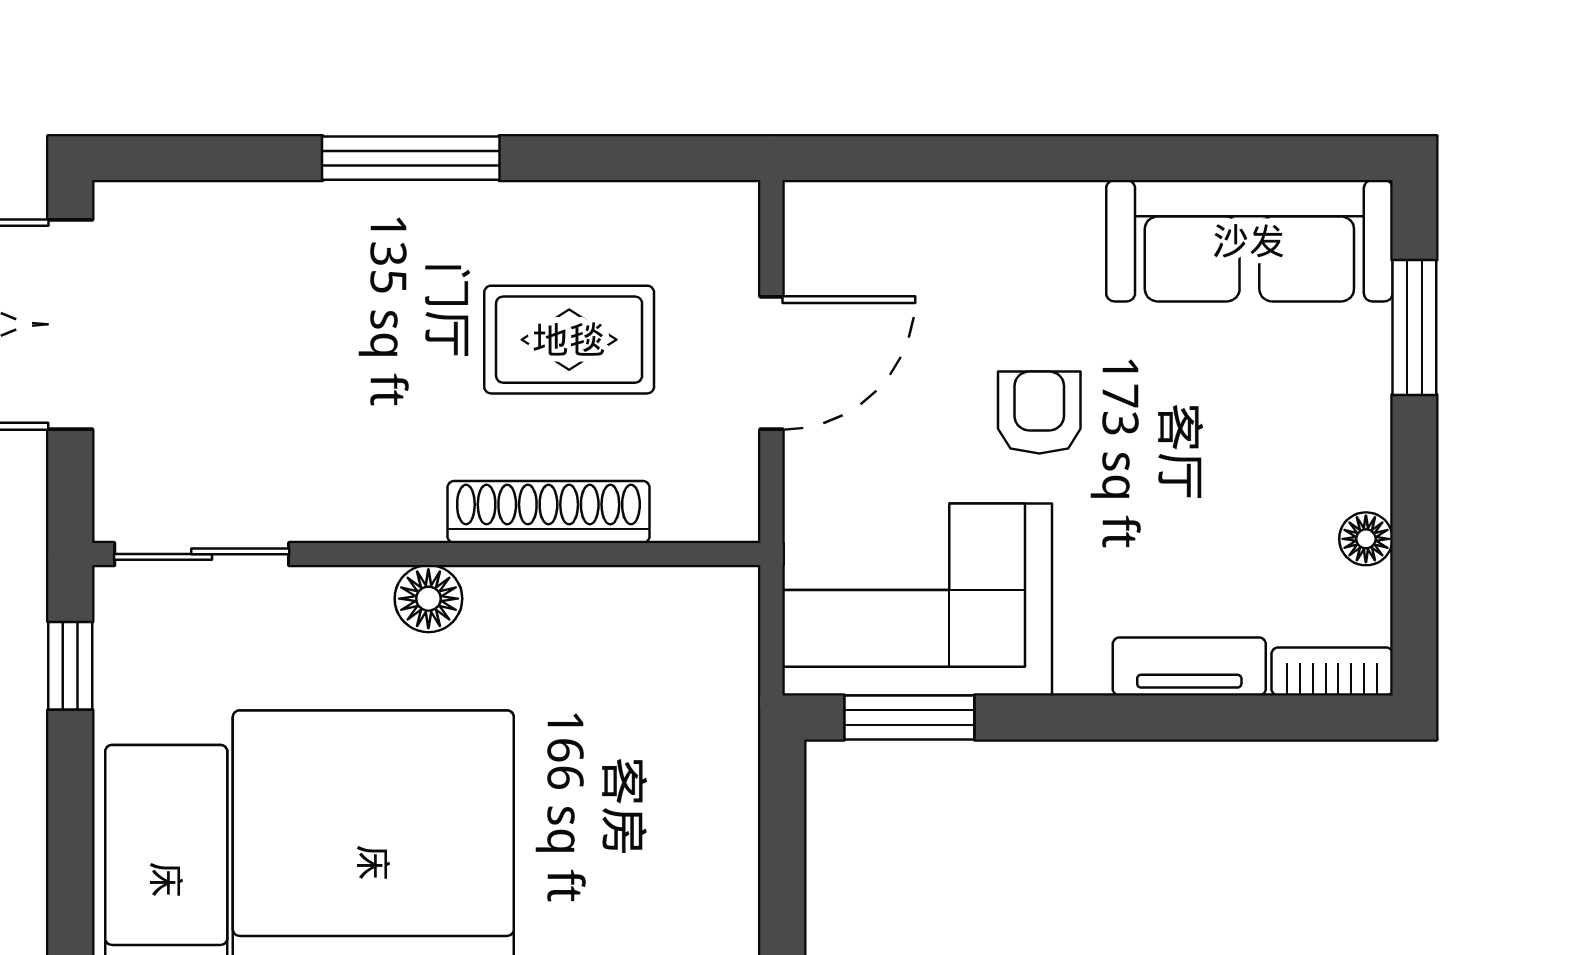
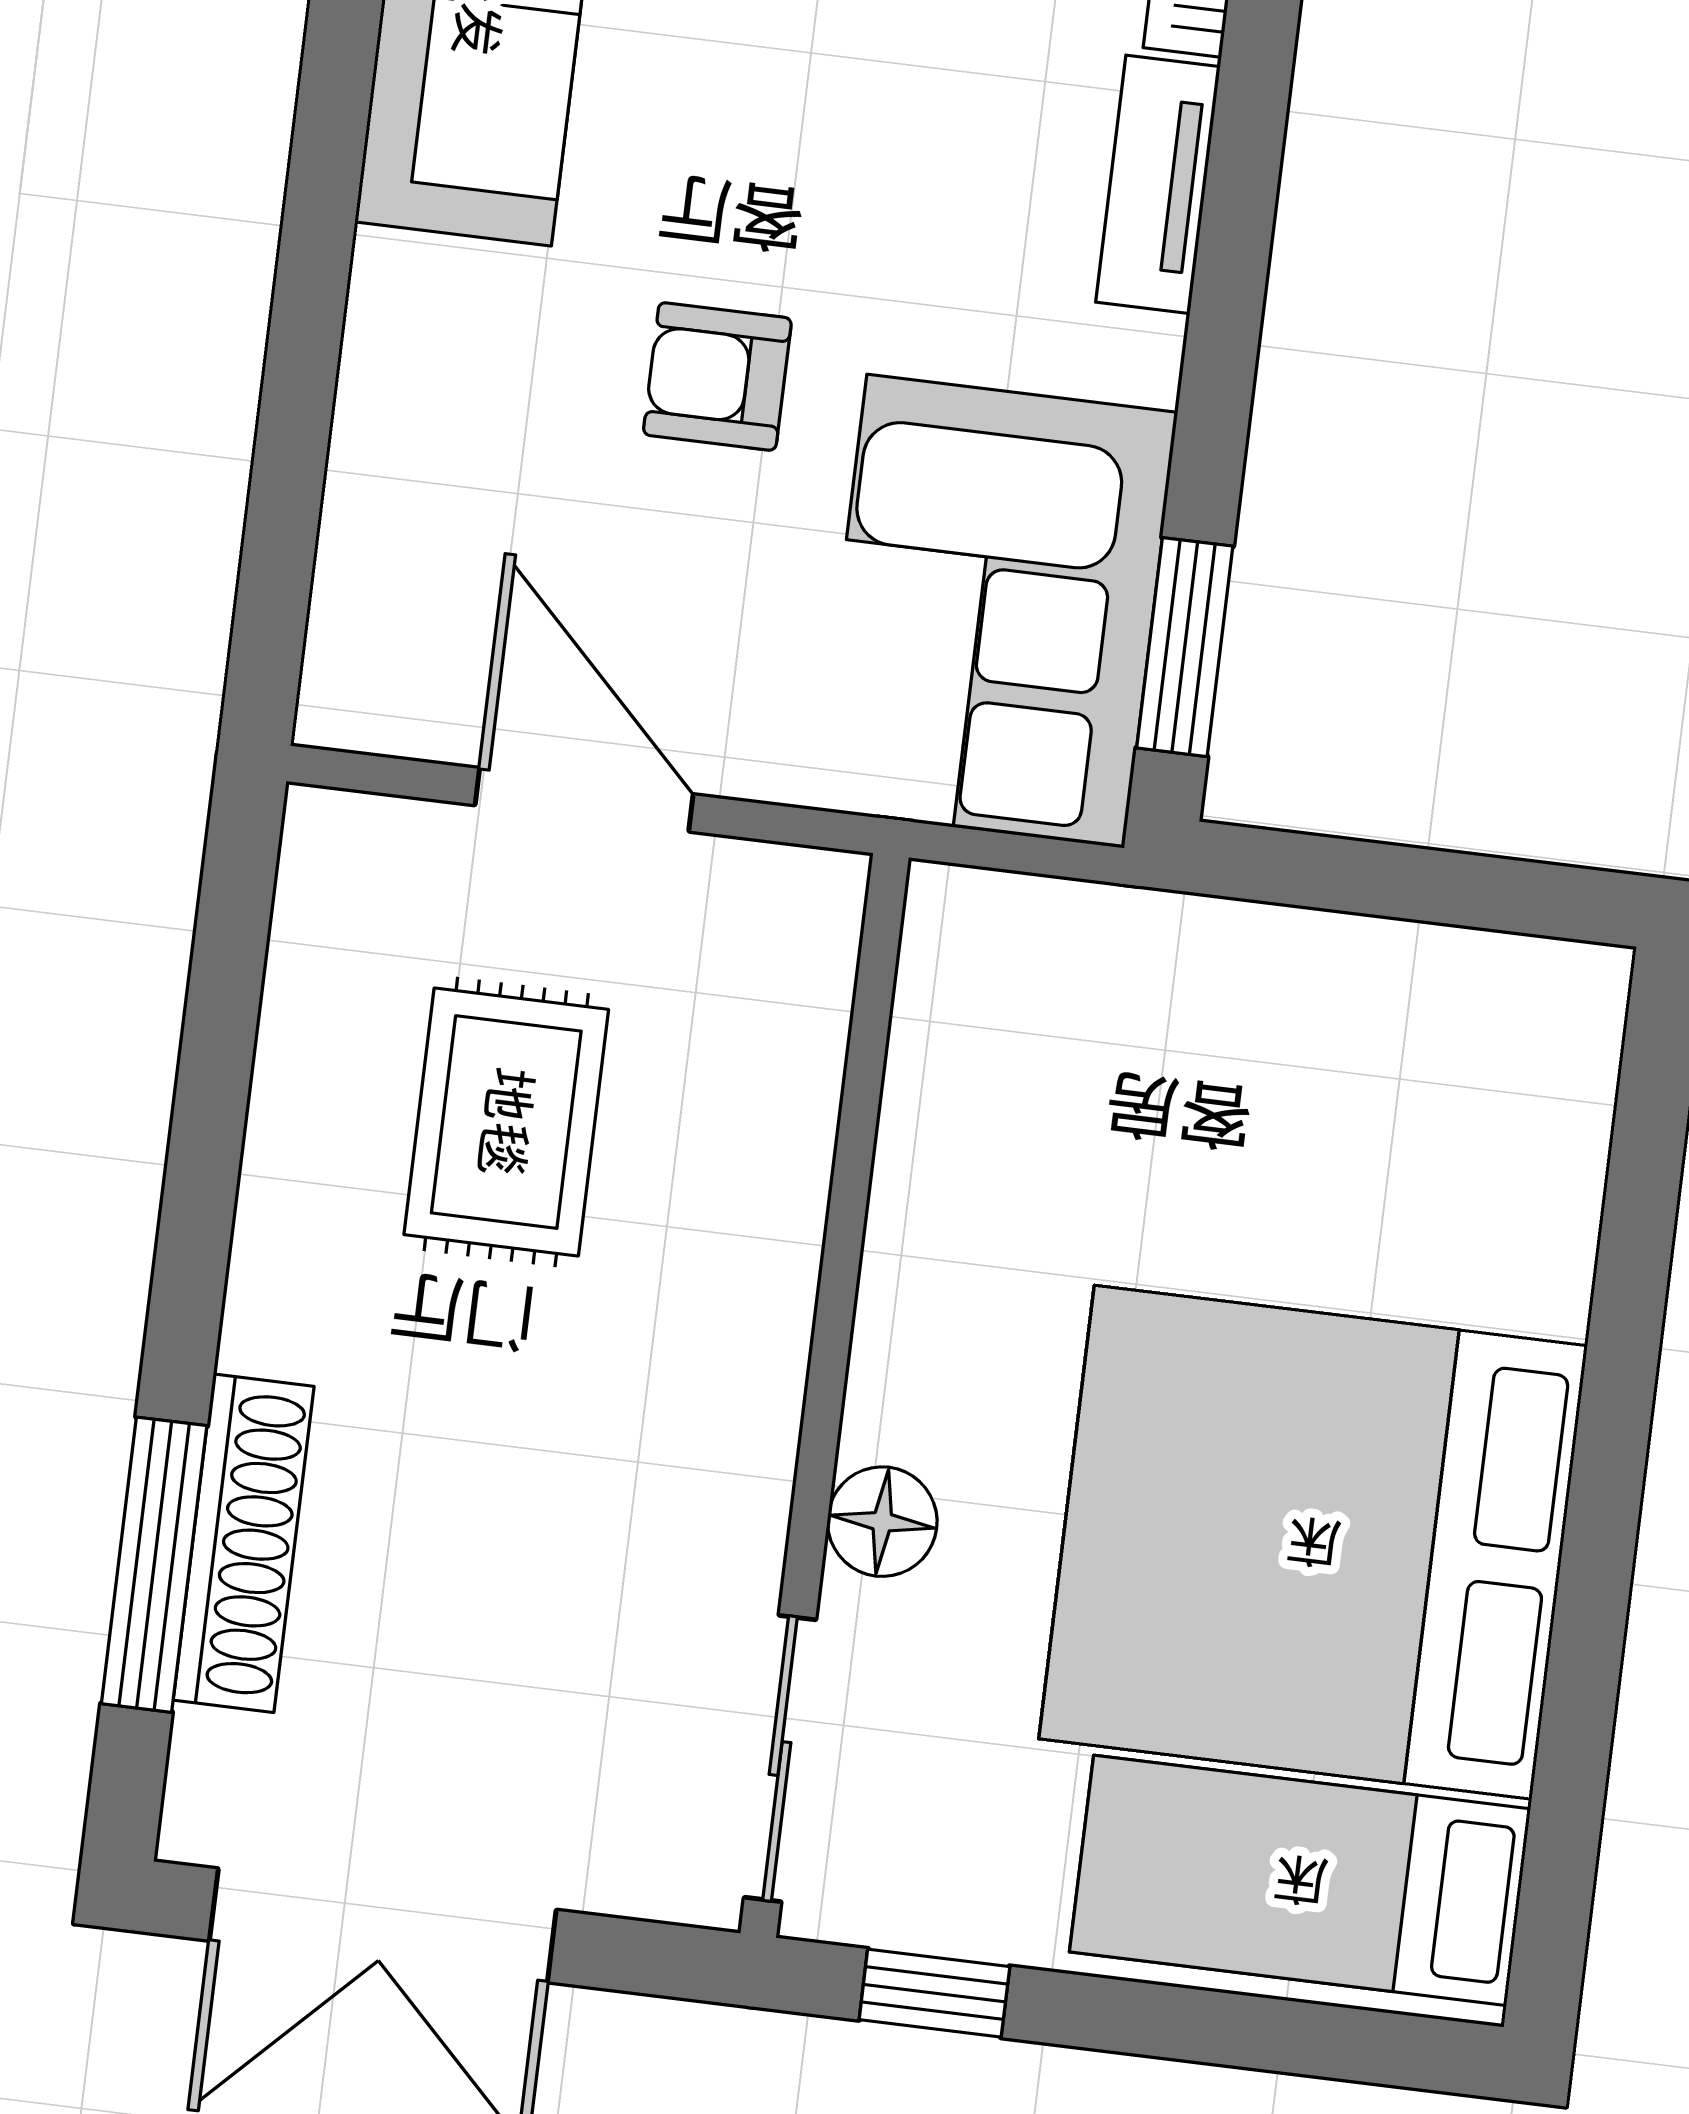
window: (411, 158) -> (154, 1565), moved
shoe rack: (548, 512) -> (244, 1543), moved, turned 180
floor lamp: (428, 599) -> (882, 1522), moved

